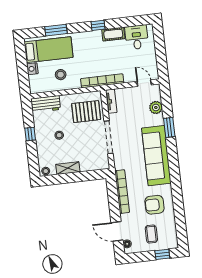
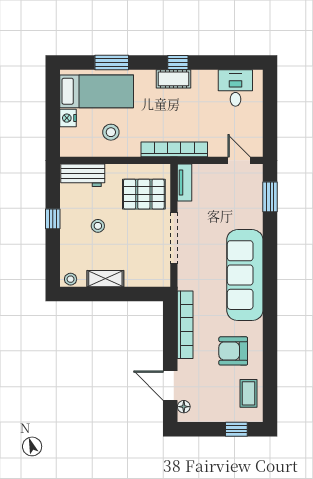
cot: (113, 34) -> (174, 79), moved
plant: (156, 107) -> (253, 200), removed
window: (169, 127) -> (270, 197), moved
coffee table: (151, 234) -> (249, 393), moved

